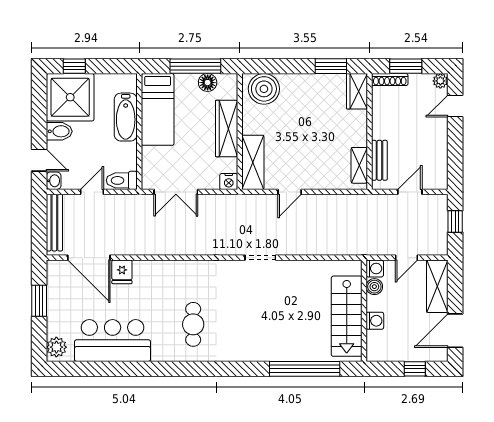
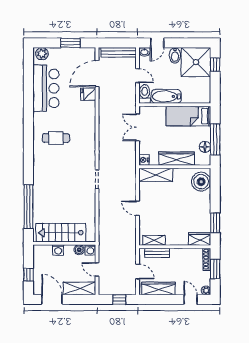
bathtub: (126, 117) -> (166, 96), moved
wardrobe: (437, 158) -> (158, 289), added
door: (290, 192) -> (138, 208), moved

